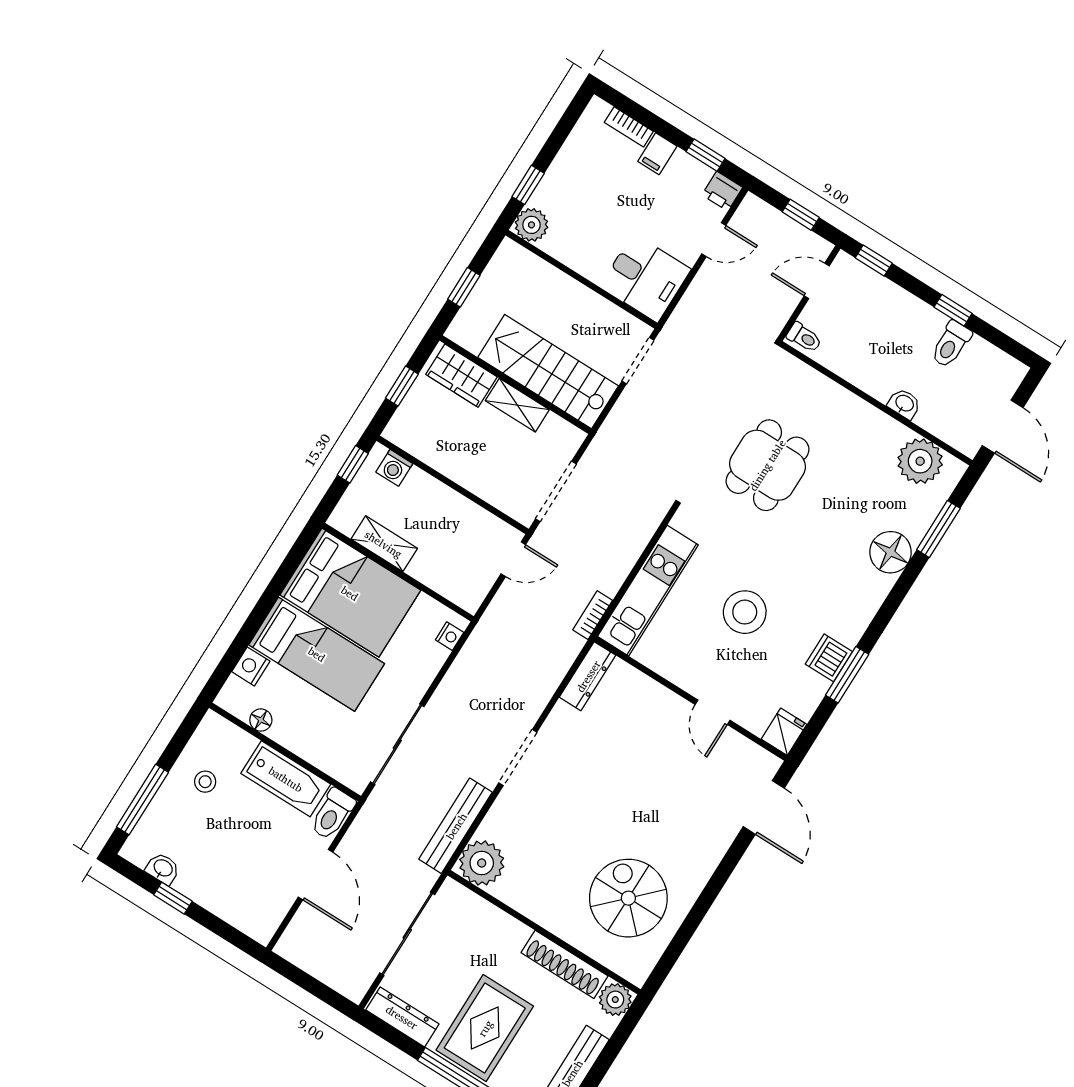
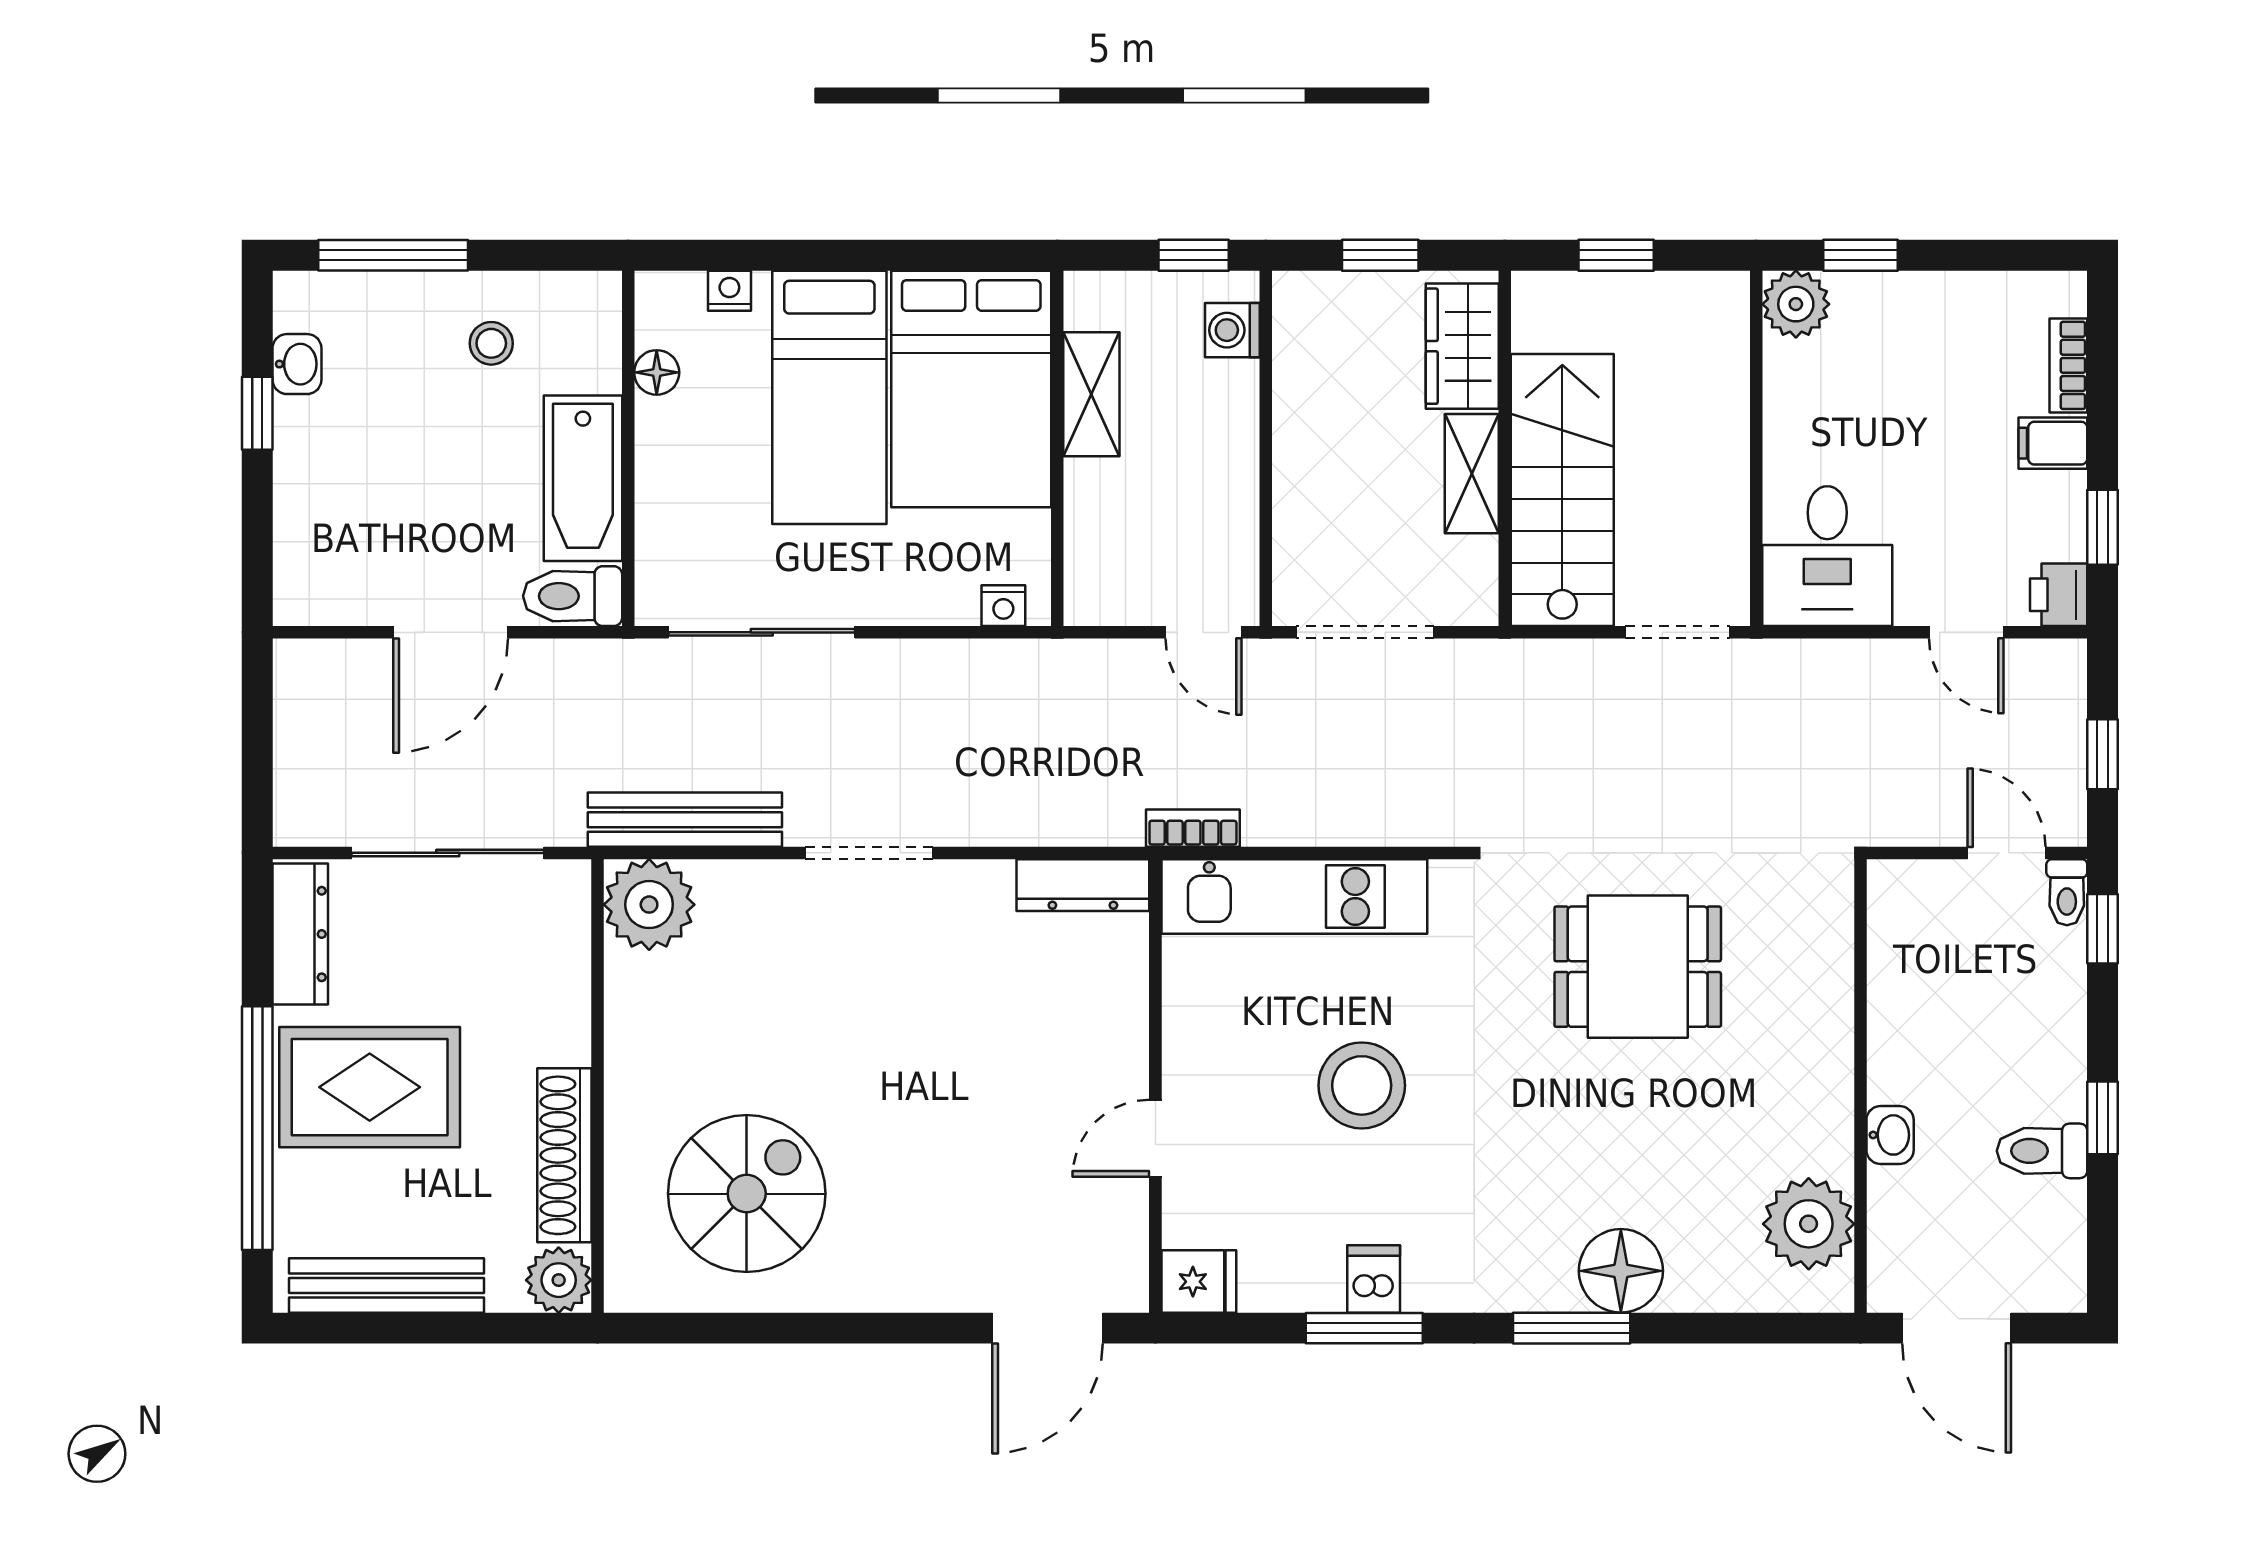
toilet: (804, 337) -> (2067, 892), moved
door: (1003, 427) -> (1957, 1328), hinge flipped
window: (938, 529) -> (1572, 1328), moved
dishwasher: (829, 658) -> (1374, 1279), width x0.73
nightstand: (251, 666) -> (729, 291), width x0.72, depth x0.74

